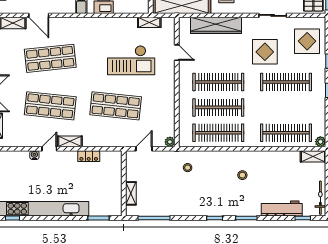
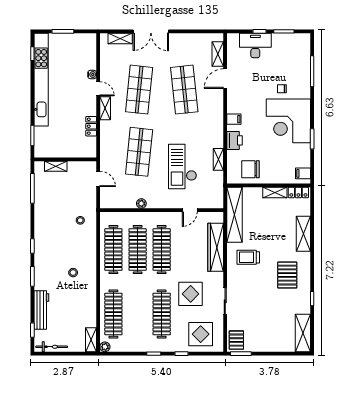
shelving: (149, 22) -> (218, 159), moved
plant: (170, 142) -> (141, 203), moved

